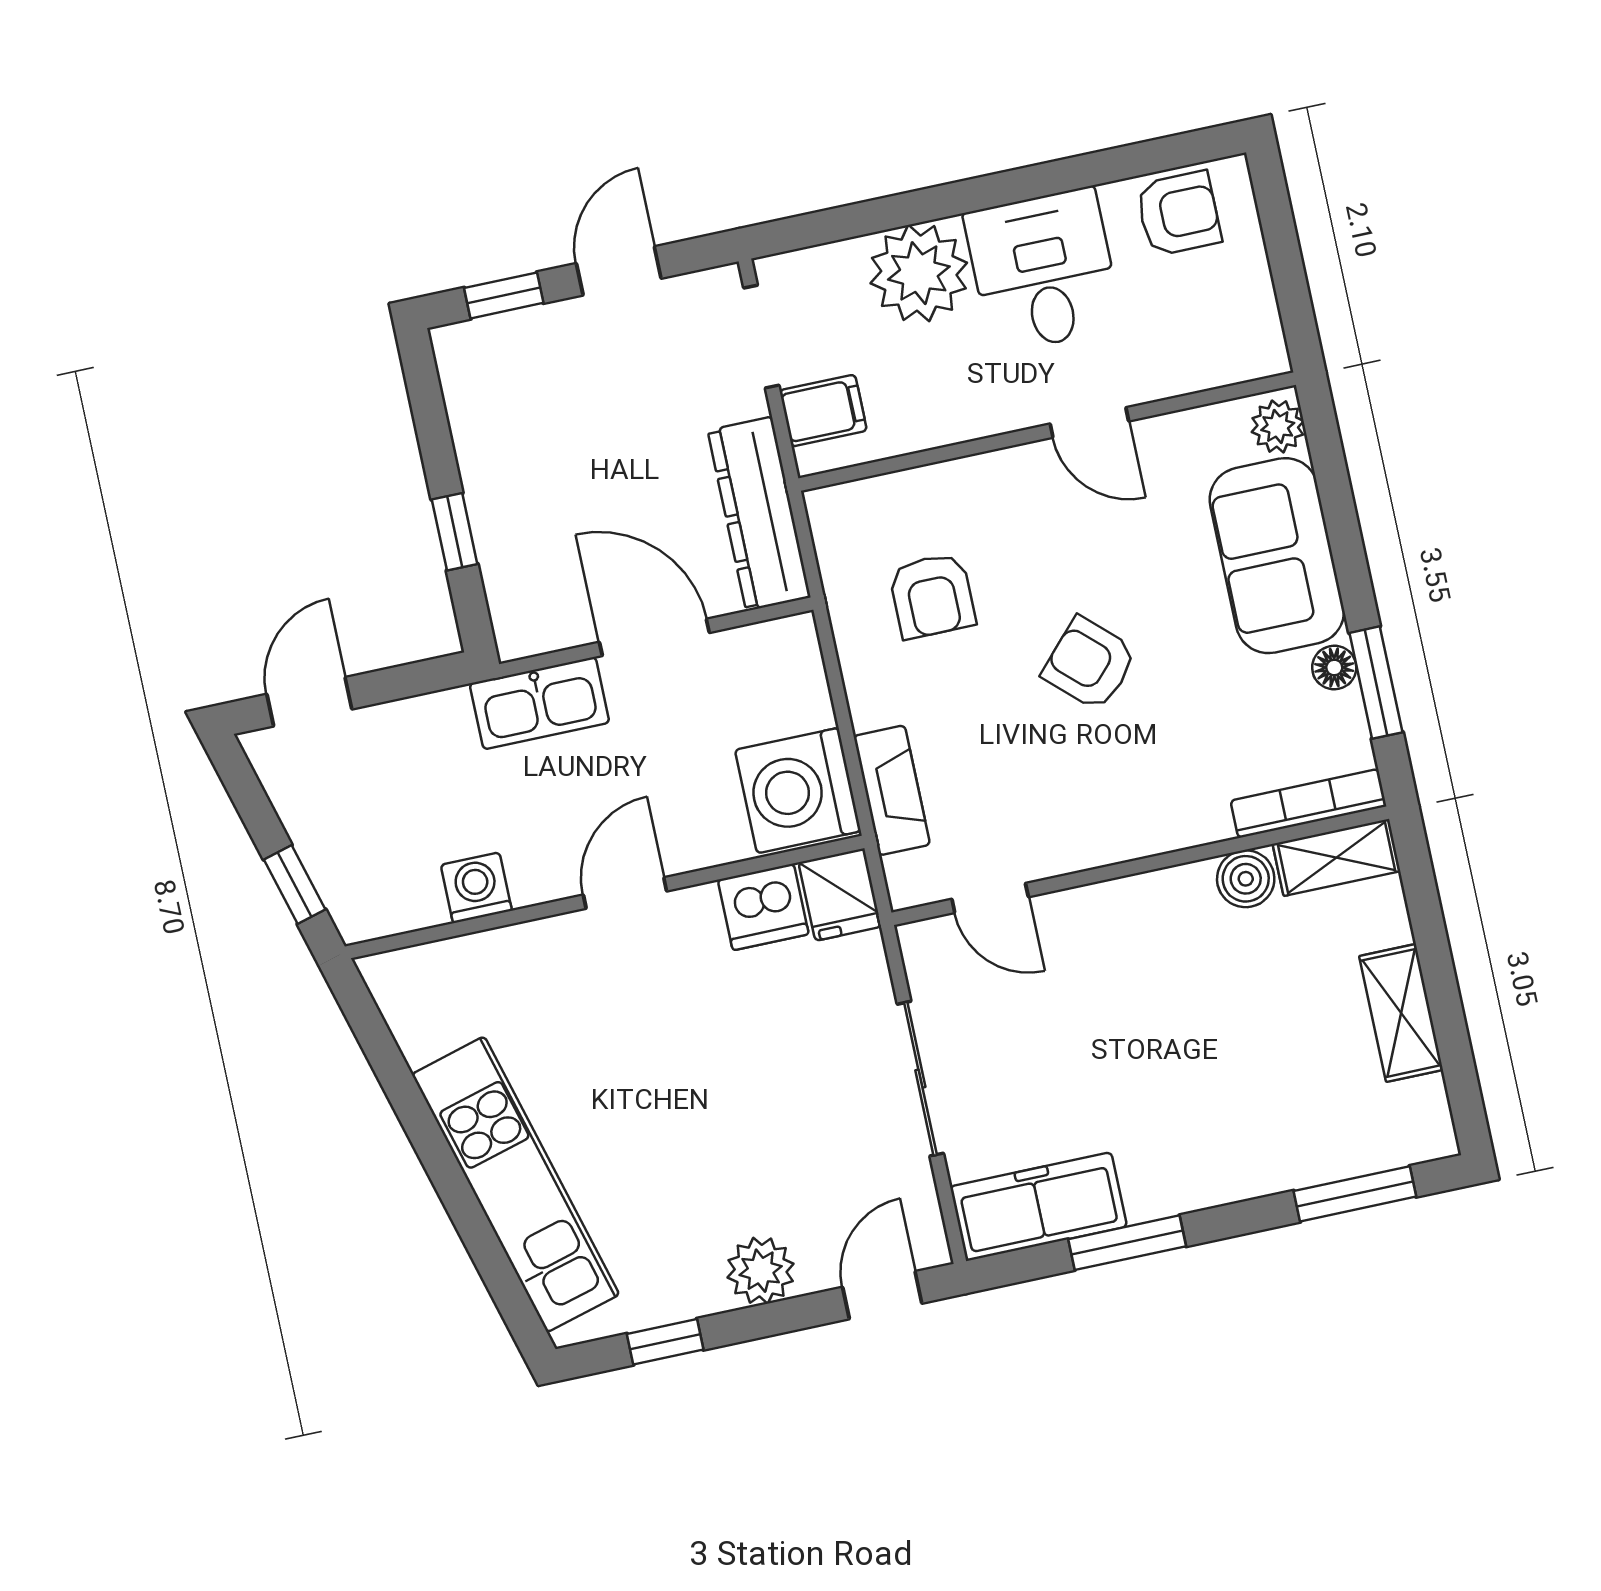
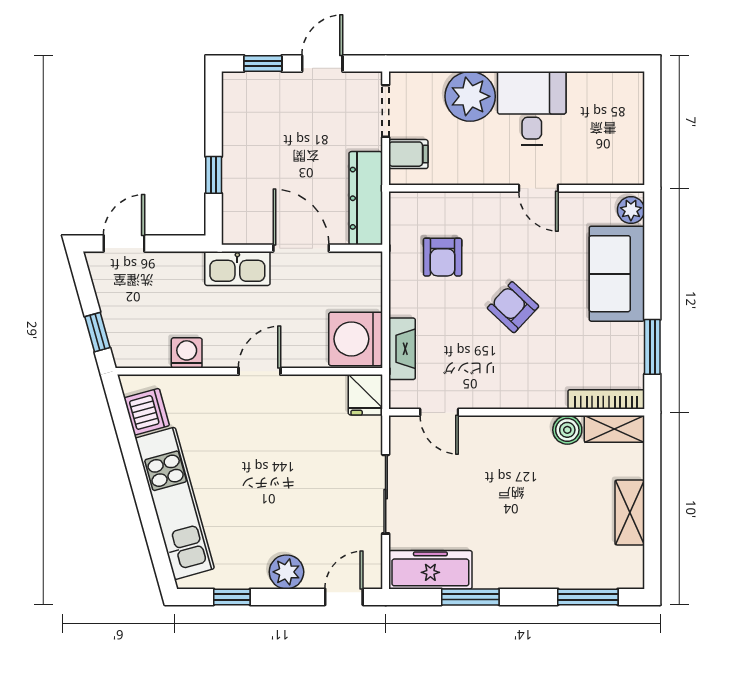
armchair: (1179, 213) -> (605, 94), removed
floor lamp: (1334, 667) -> (633, 335), removed
dishwasher: (763, 907) -> (147, 412), moved, turned -106

